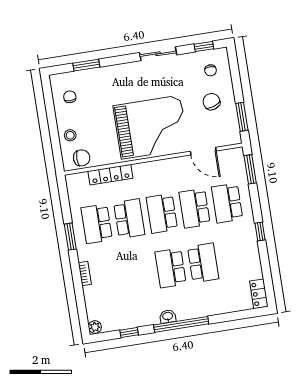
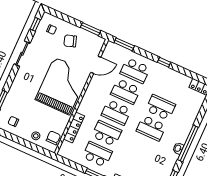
school desk: (97, 224) -> (97, 154), turned 180

